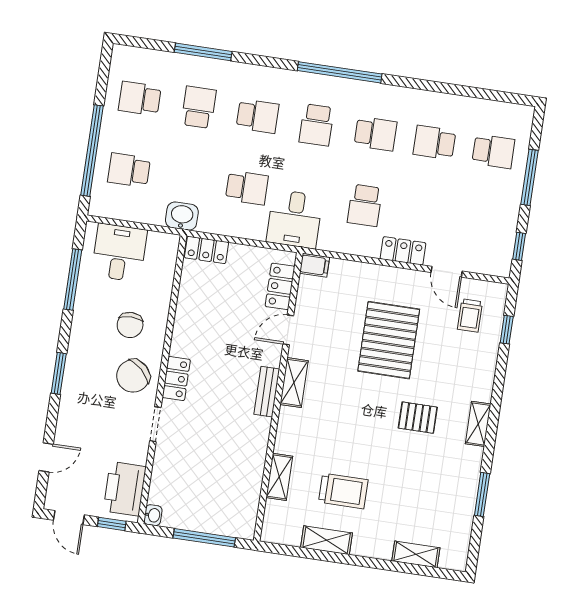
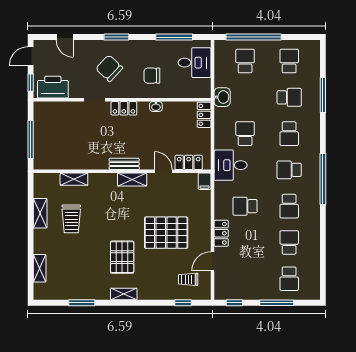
school desk: (247, 188) -> (245, 134), turned 180
chair: (133, 376) -> (109, 68), moved
pallet: (418, 418) -> (122, 257), width x1.50, depth x1.42
washbasin: (153, 515) -> (156, 107), moved

